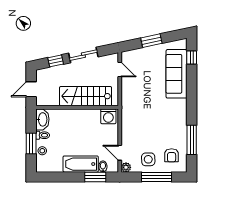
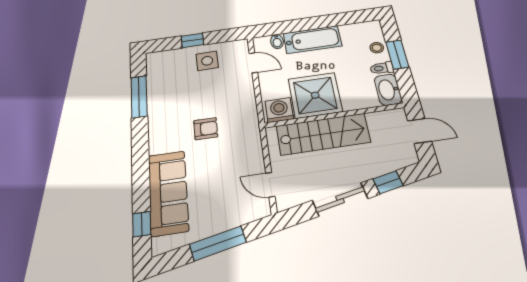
window: (151, 41) -> (218, 243), width x1.44
door: (31, 89) -> (419, 131), hinge flipped
shower: (86, 123) -> (315, 95), added
armchair: (172, 155) -> (206, 129), moved, turned 90
plant: (126, 167) -> (241, 46), removed
window: (95, 177) -> (287, 27), removed
window: (156, 177) -> (192, 40), width x0.46

